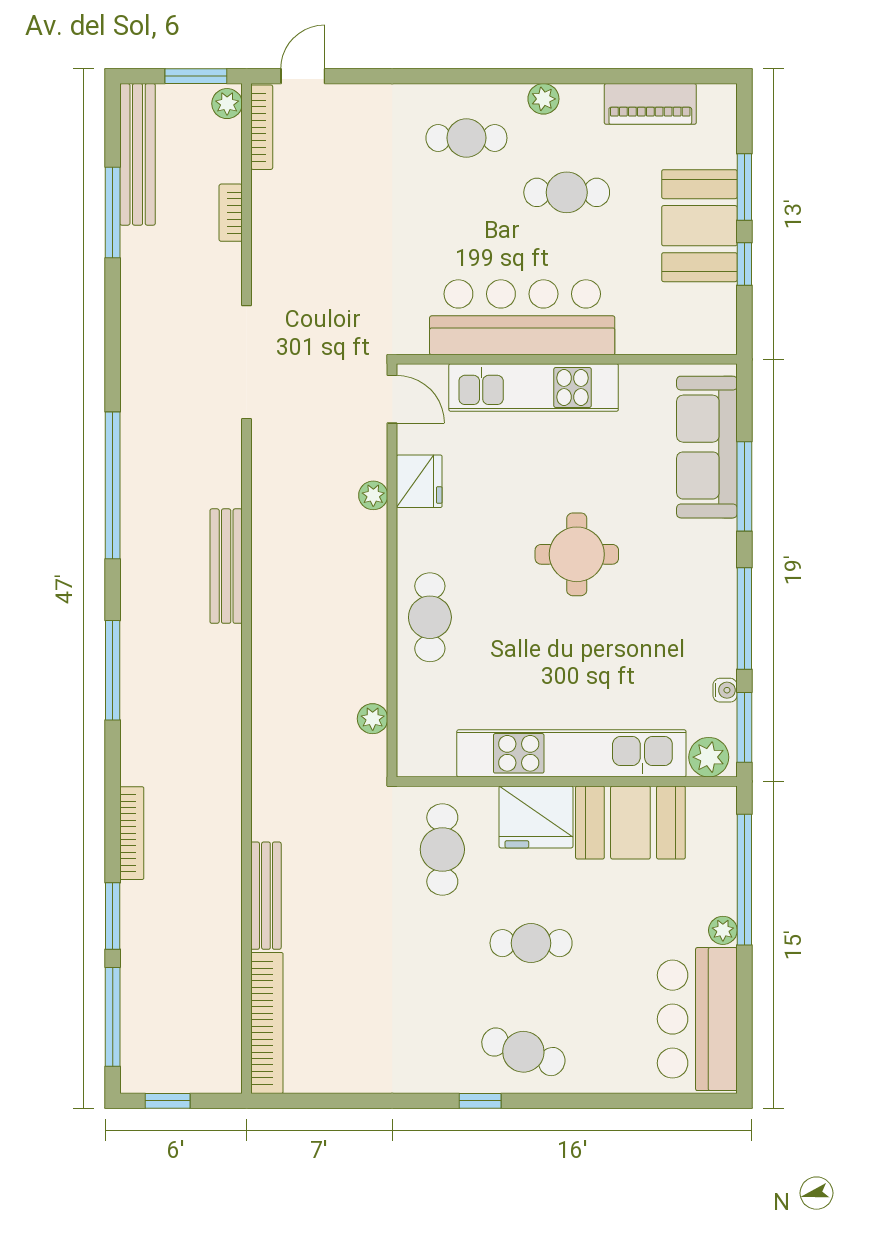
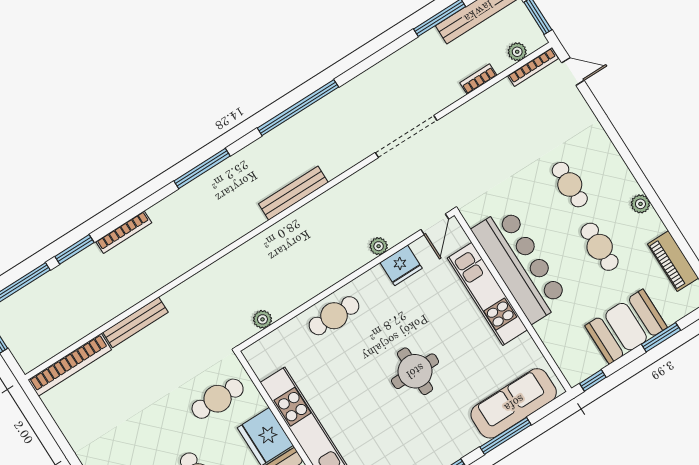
plant: (227, 104) -> (517, 52), moved
cafe table: (466, 138) -> (570, 185), moved
window: (744, 264) -> (593, 380), moved

